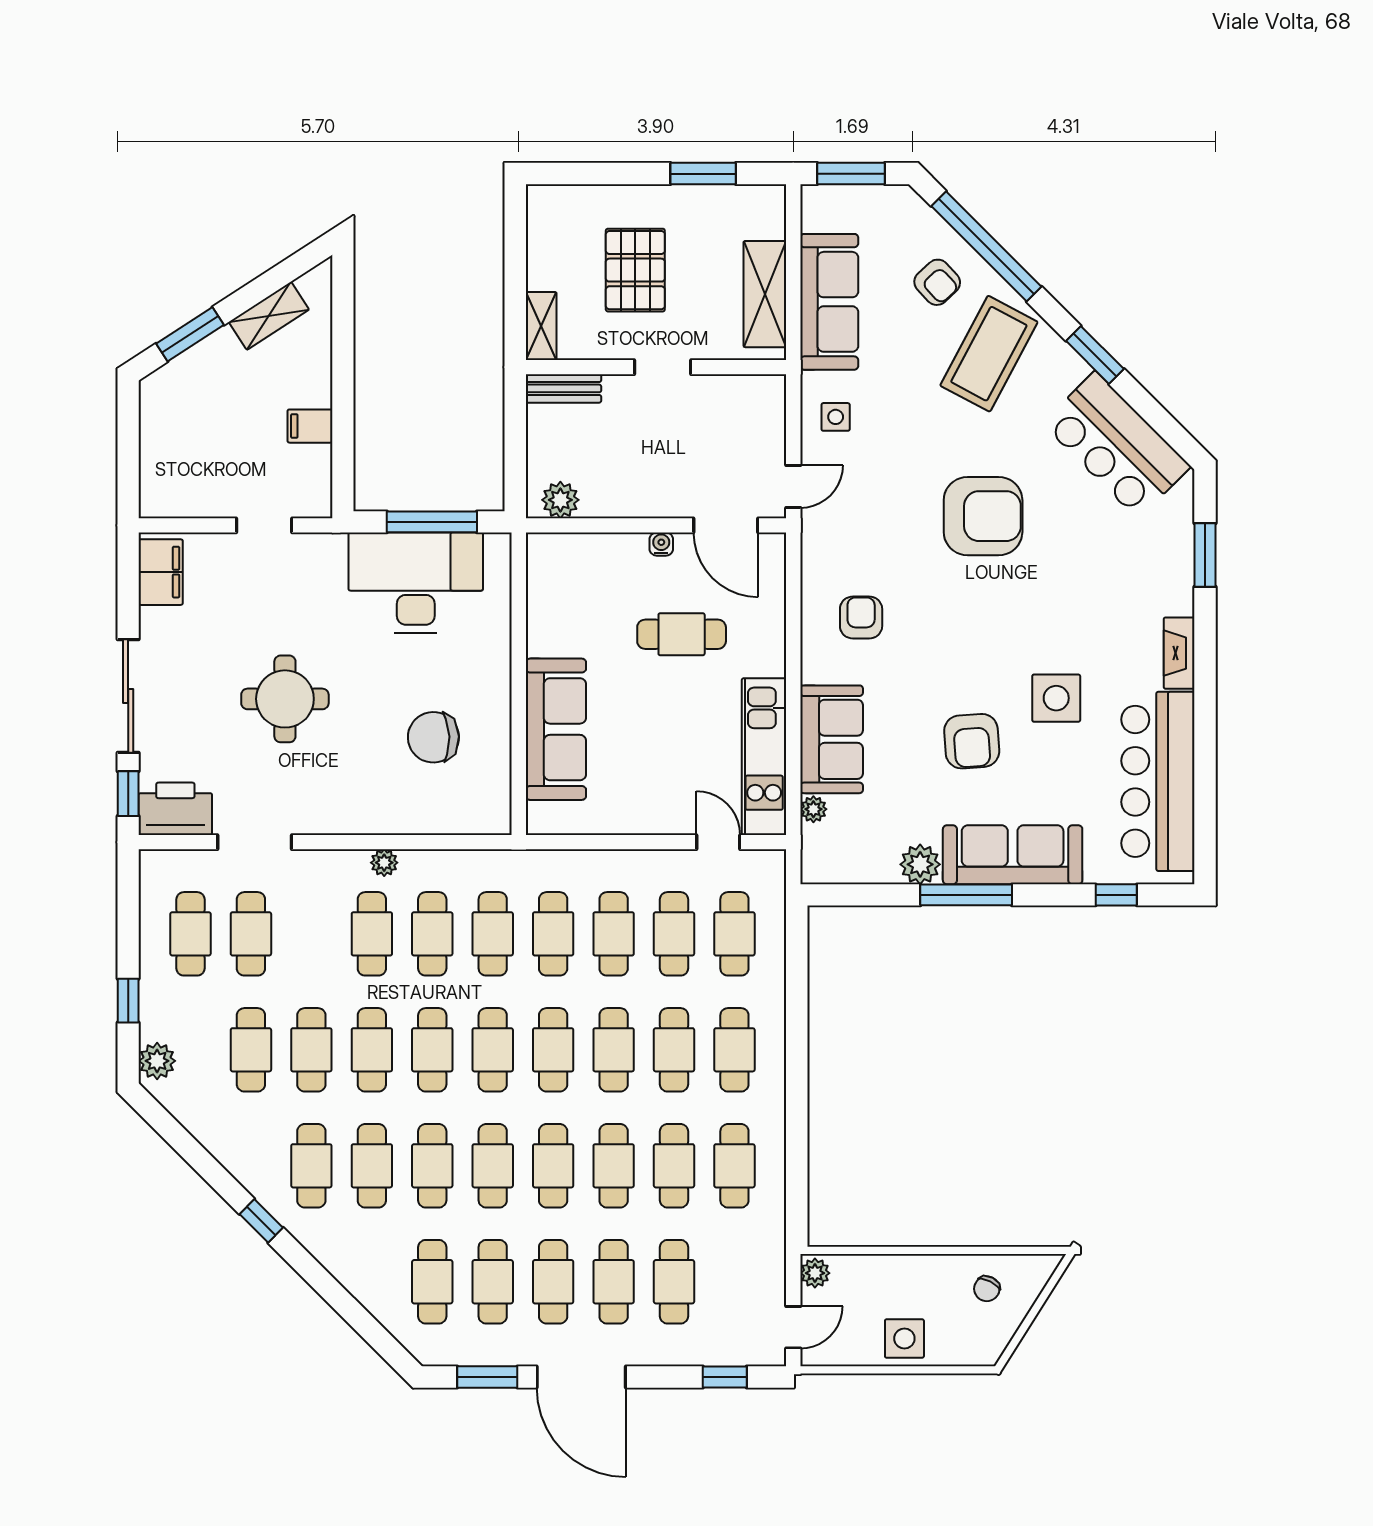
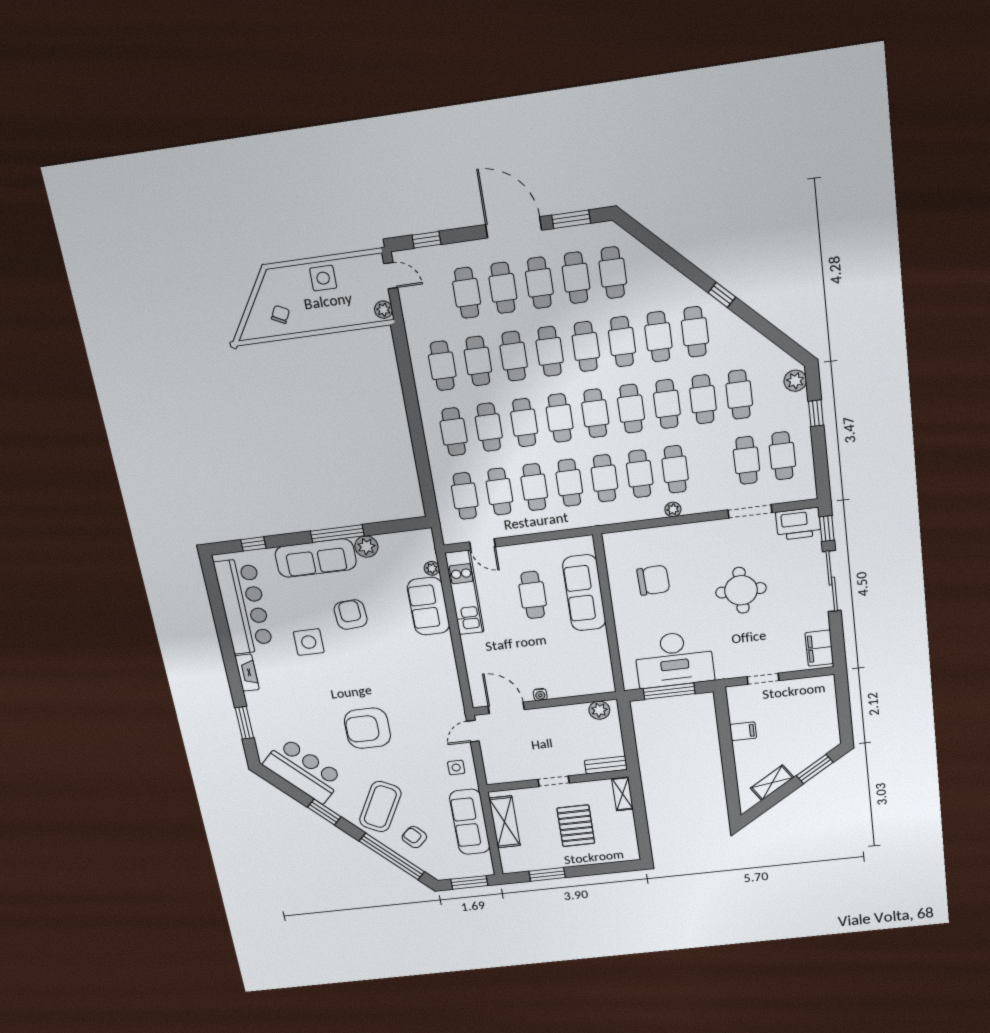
armchair: (861, 617) -> (424, 670), removed
cafe table: (682, 634) -> (533, 595), moved, turned 90
door: (793, 1327) -> (391, 276), swing flipped

